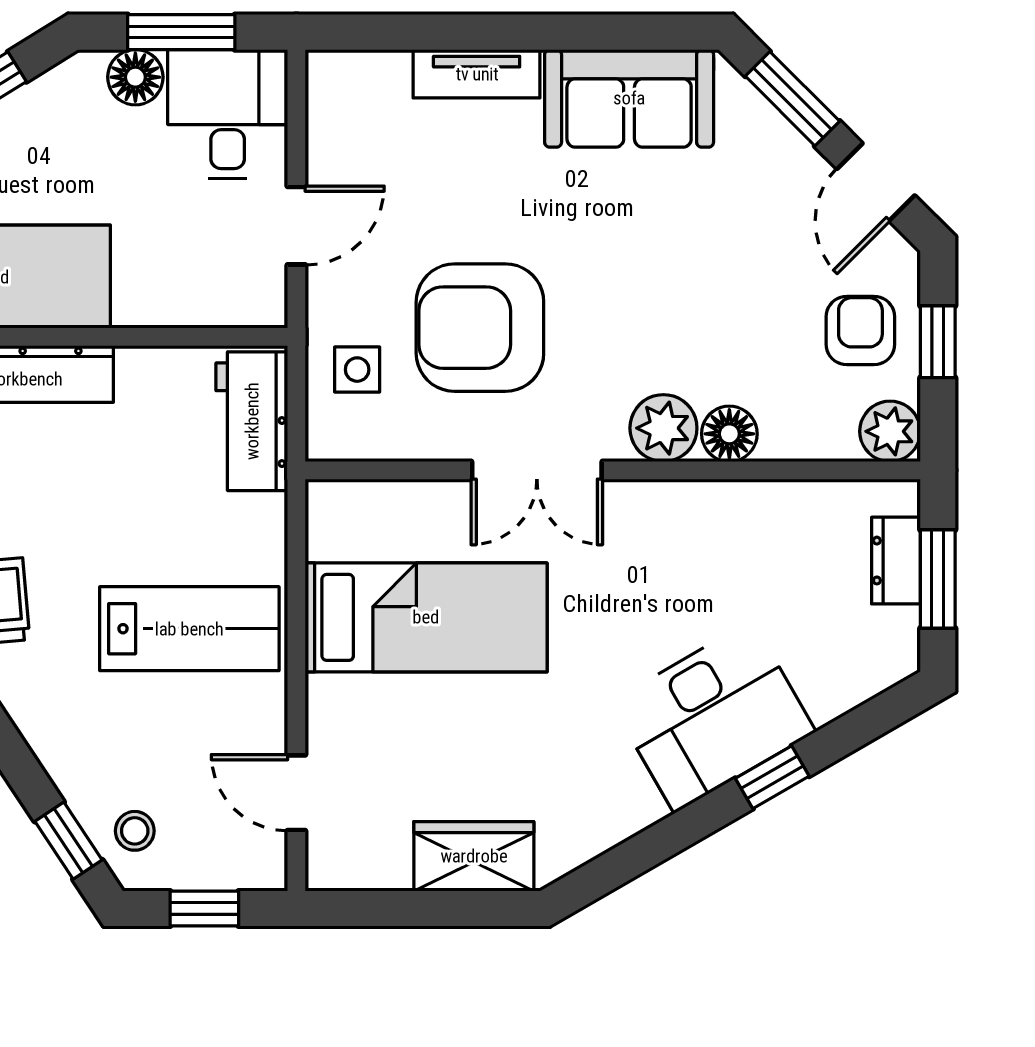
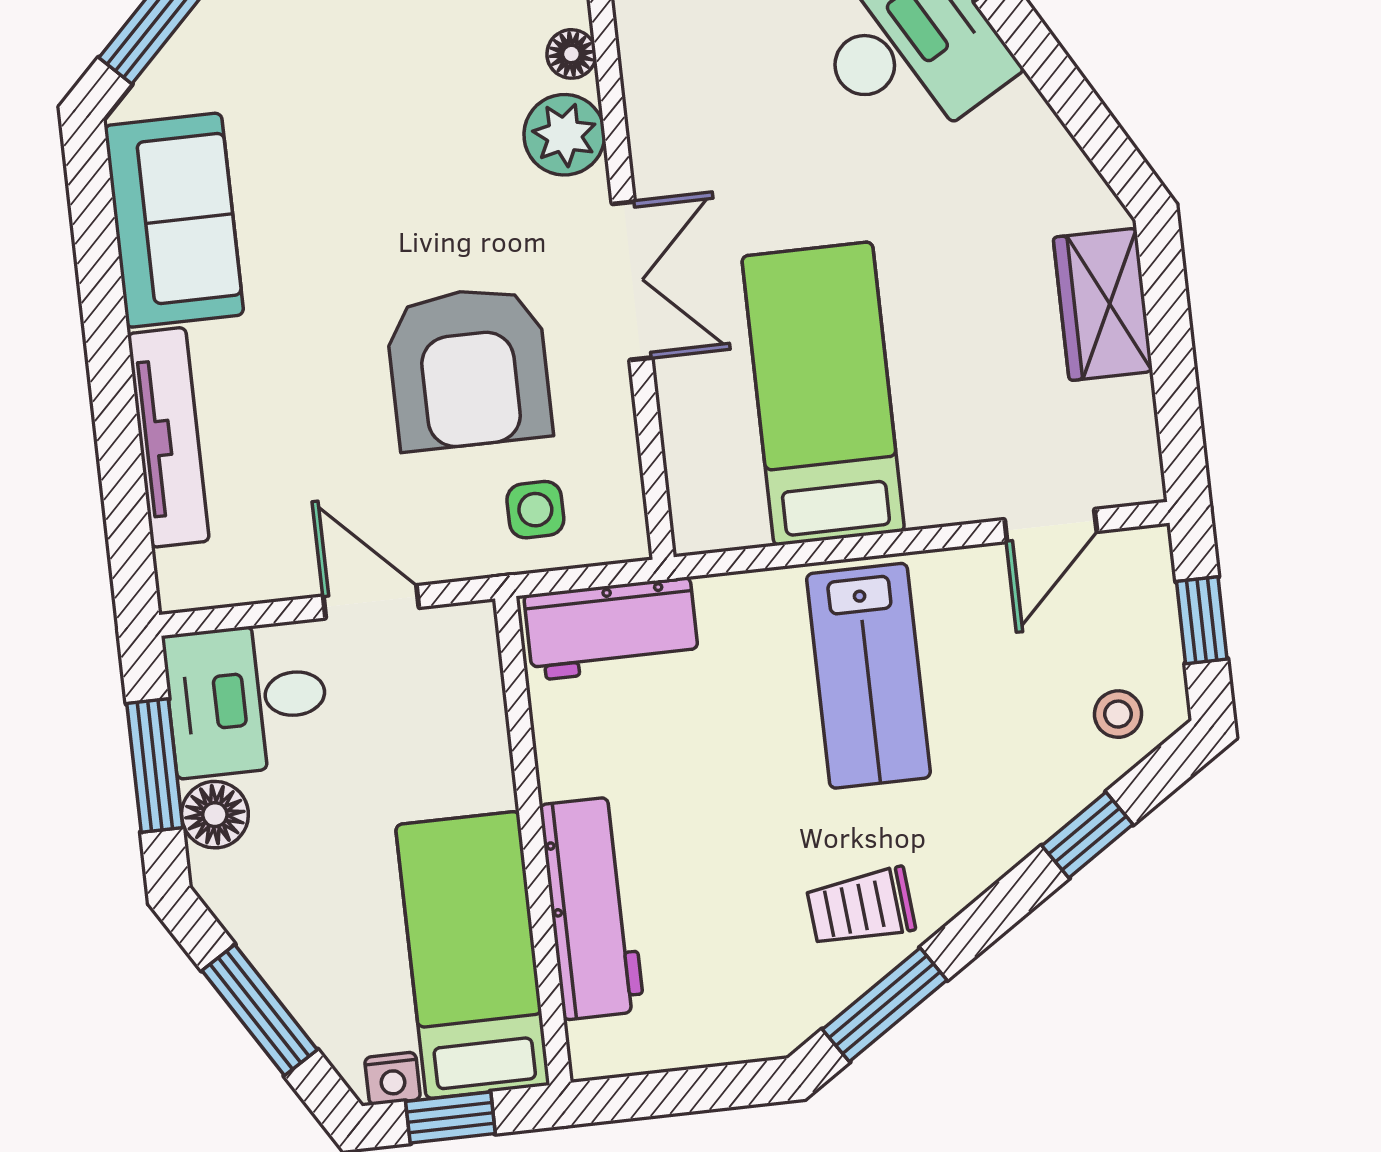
tv unit: (477, 74) -> (168, 437), width x1.41
floor lamp: (729, 434) -> (571, 54), width x0.73, depth x0.73
lab bench: (189, 629) -> (868, 676), turned 180
window: (68, 841) -> (1087, 835), moved

